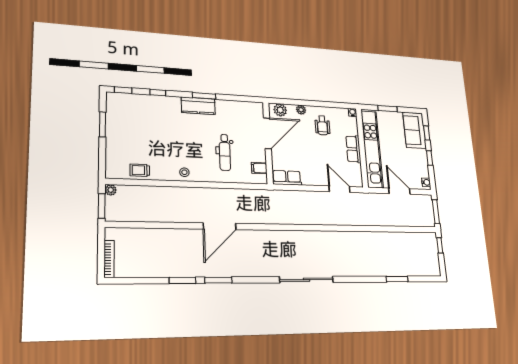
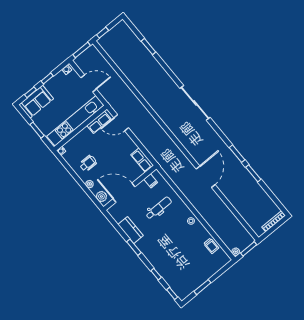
kitchen counter: (198, 106) -> (131, 230), moved
row of seats: (353, 149) -> (99, 122), moved
door: (339, 189) -> (121, 123), hinge flipped
door: (399, 191) -> (89, 83), swing flipped
door: (220, 226) -> (206, 177), hinge flipped

